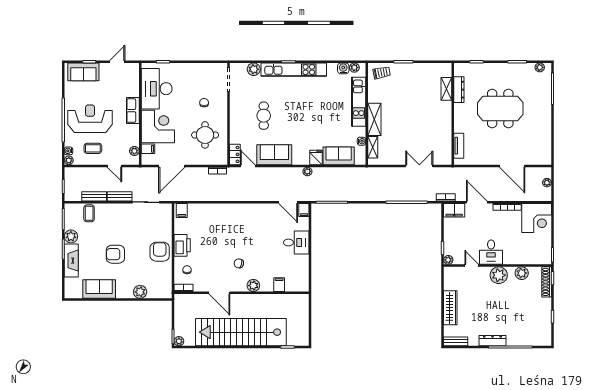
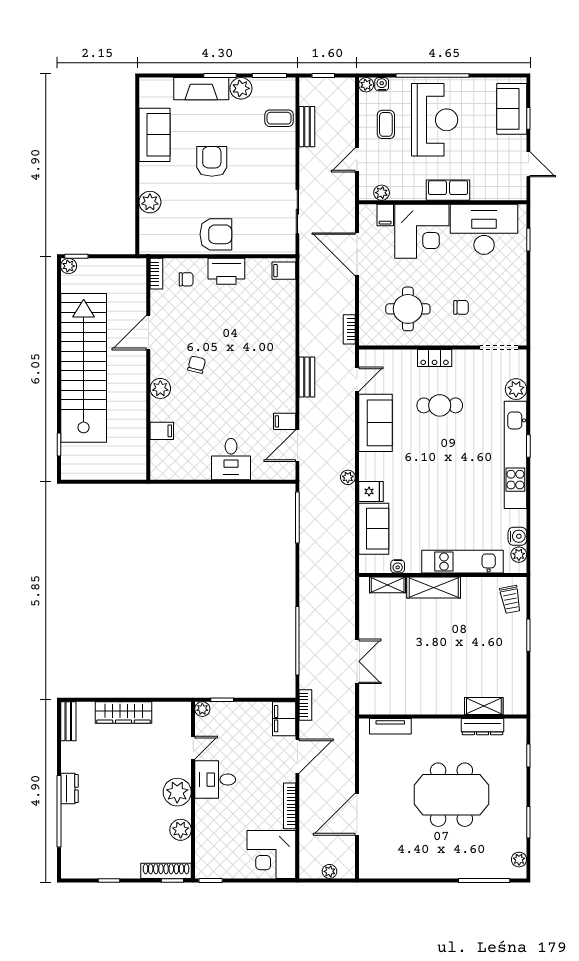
meeting table: (500, 108) -> (451, 795), turned 90
locker: (235, 154) -> (435, 358), moved
bench: (120, 196) -> (307, 377), moved
filing cabinet: (304, 210) -> (285, 421), moved
dresser: (492, 341) -> (69, 789), width x0.70

